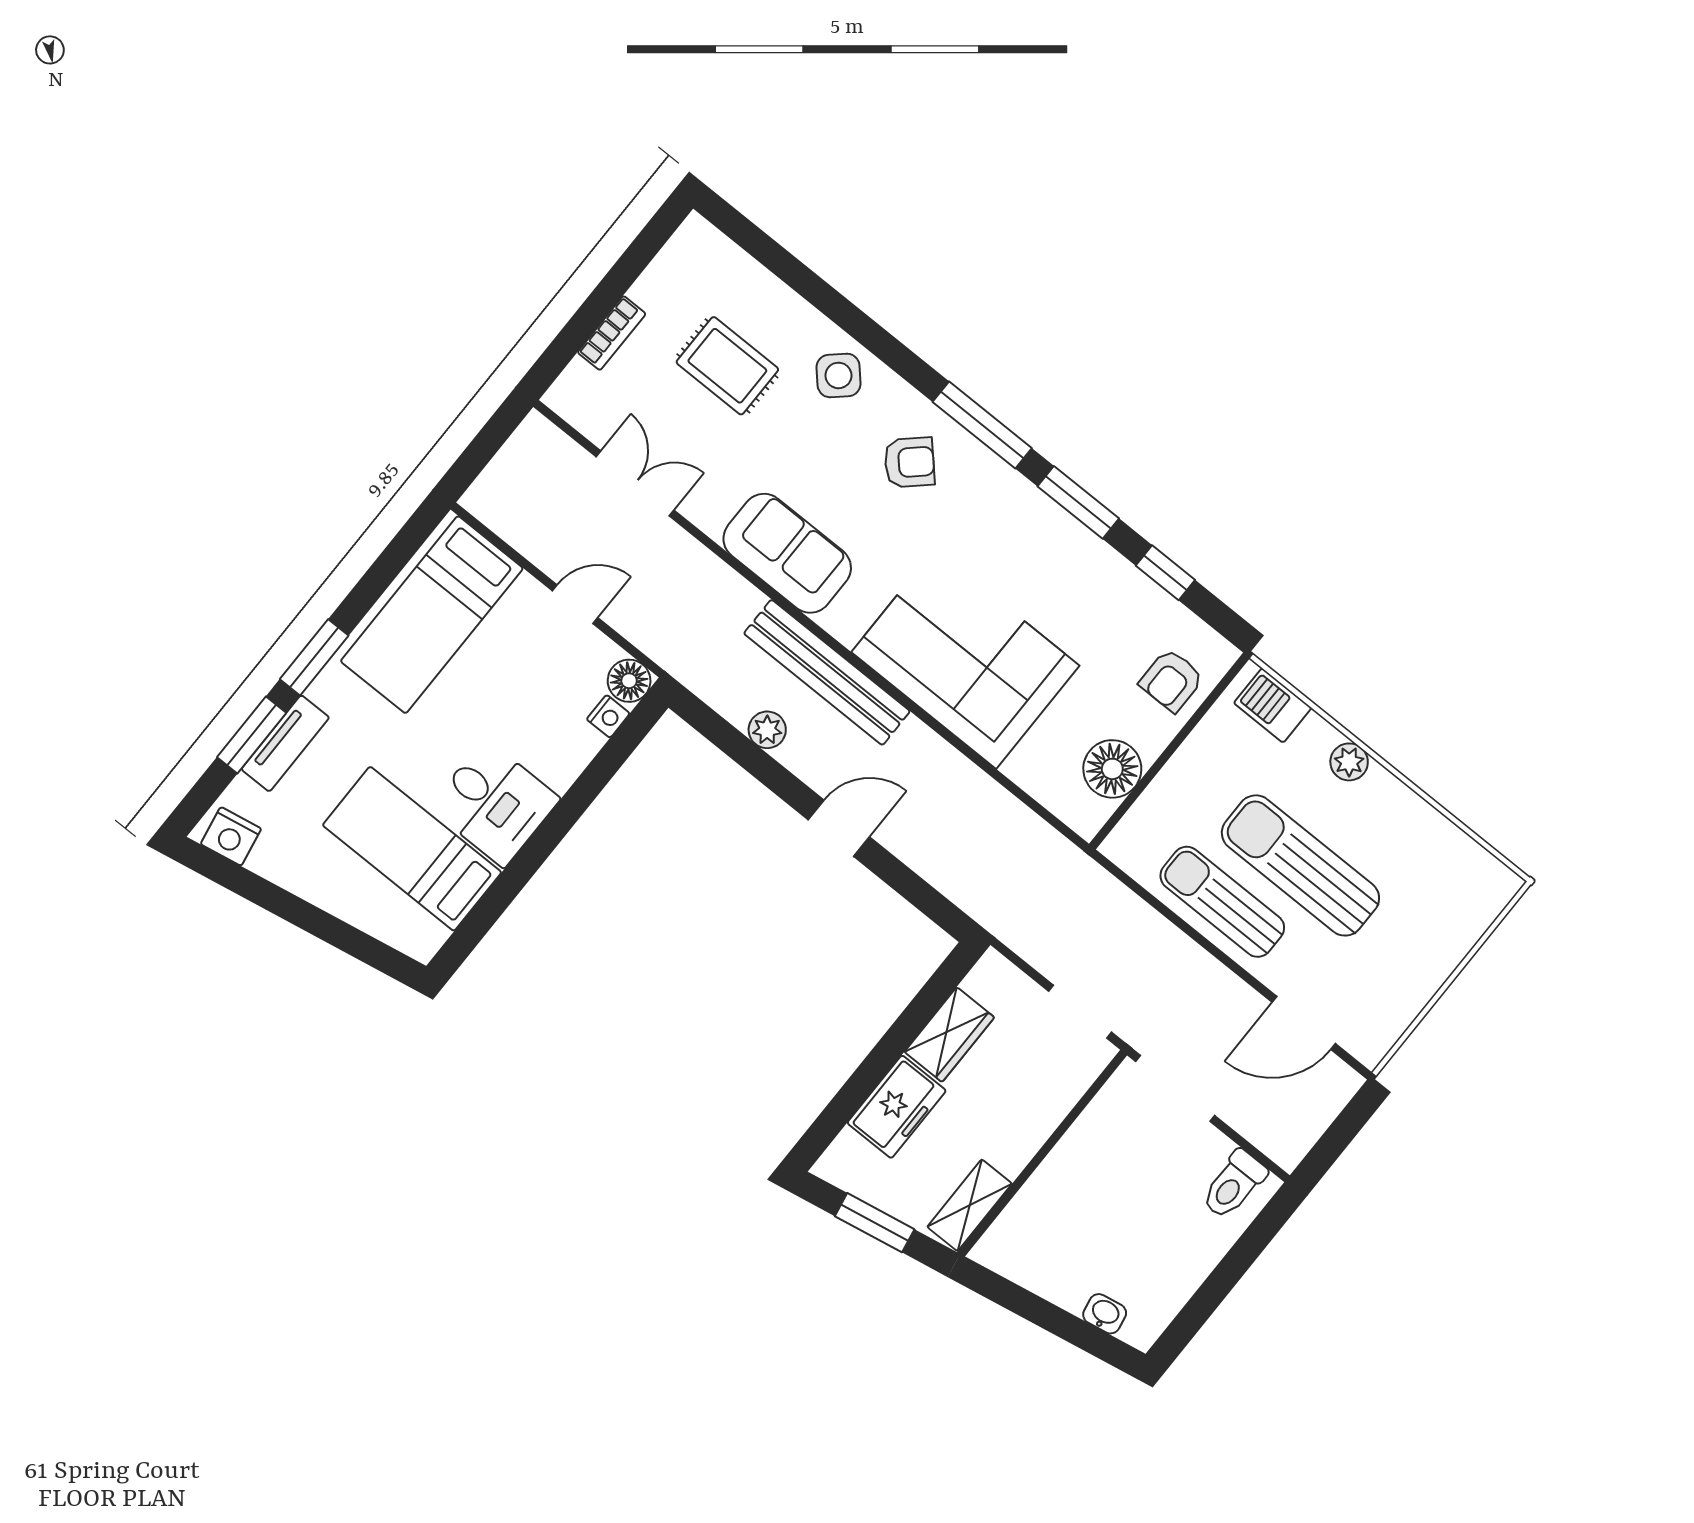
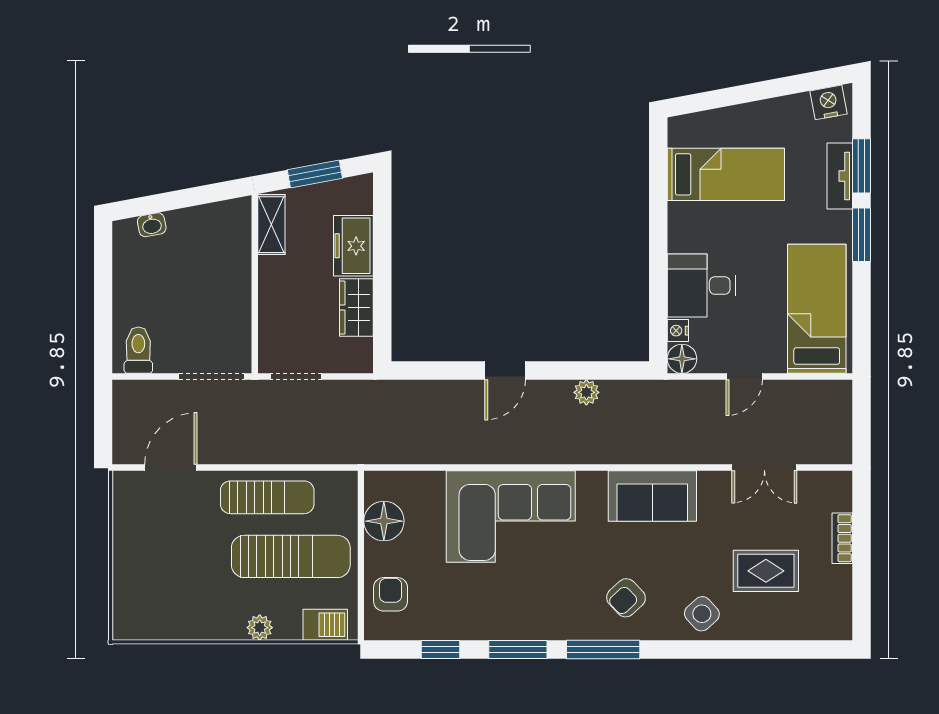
bench: (827, 672) -> (579, 449), removed
desk: (494, 803) -> (701, 286), moved
sun lounger: (1300, 865) -> (291, 556), moved

